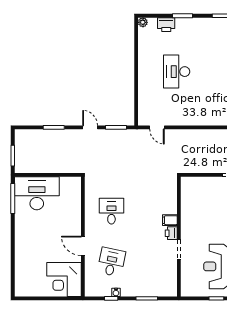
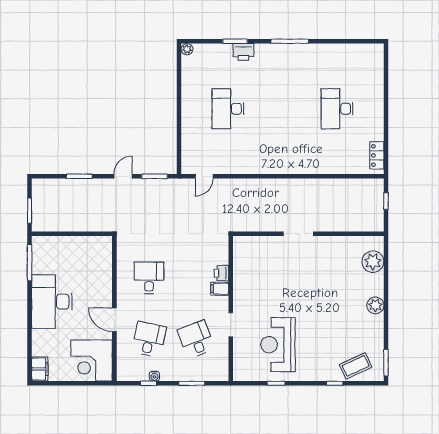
printer: (166, 25) -> (243, 52), moved
door: (90, 127) -> (123, 176), hinge flipped
door: (157, 127) -> (204, 176), hinge flipped
desk: (37, 193) -> (52, 302), moved, turned -90
printer: (171, 233) -> (221, 273), moved
desk: (150, 262) -> (196, 339), added
filing cabinet: (21, 287) -> (40, 369), added

